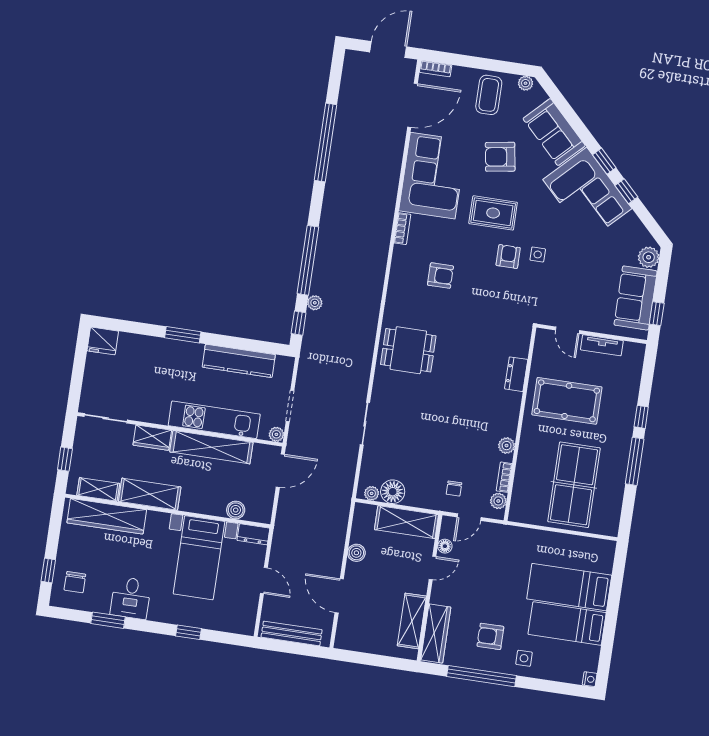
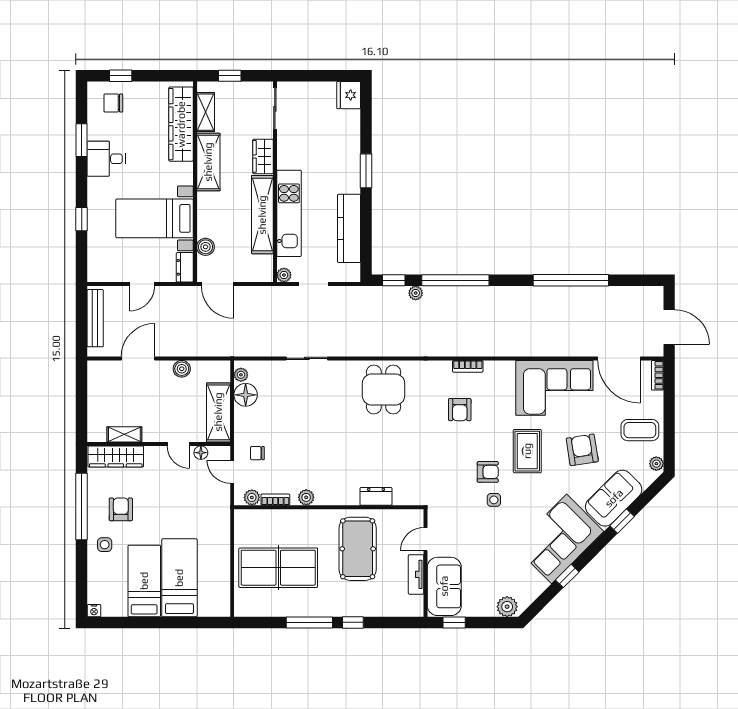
window: (604, 161) -> (622, 521), moved
bookcase: (402, 229) -> (468, 366), moved
sofa: (636, 298) -> (444, 586), moved, turned 90
door: (280, 471) -> (217, 284), moved
shelving: (412, 621) -> (124, 434), width x0.67, depth x0.75

